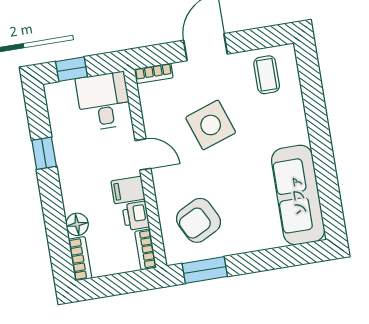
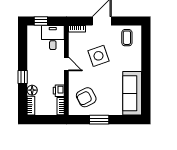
window: (44, 153) -> (23, 77), moved
filing cabinet: (128, 190) -> (57, 79), removed
window: (205, 270) -> (99, 120), moved

